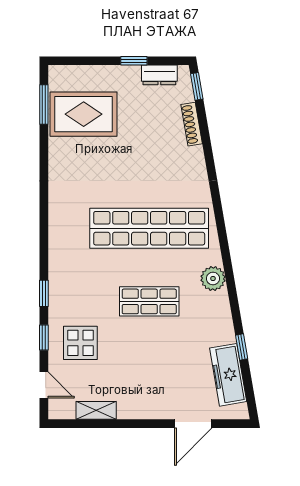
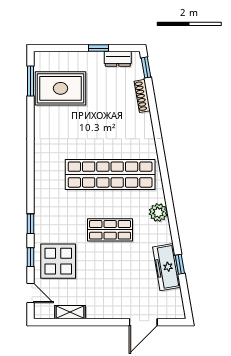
display table: (80, 343) -> (58, 261), width x1.36, depth x1.36
freezer: (228, 375) -> (167, 267), moved

